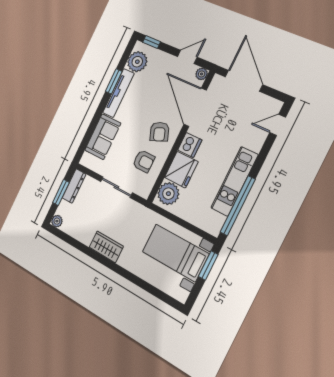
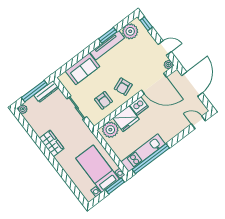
door: (195, 107) -> (154, 84), swing flipped
kitchen unit: (234, 181) -> (143, 153), moved
window: (61, 192) -> (34, 91), width x1.44

